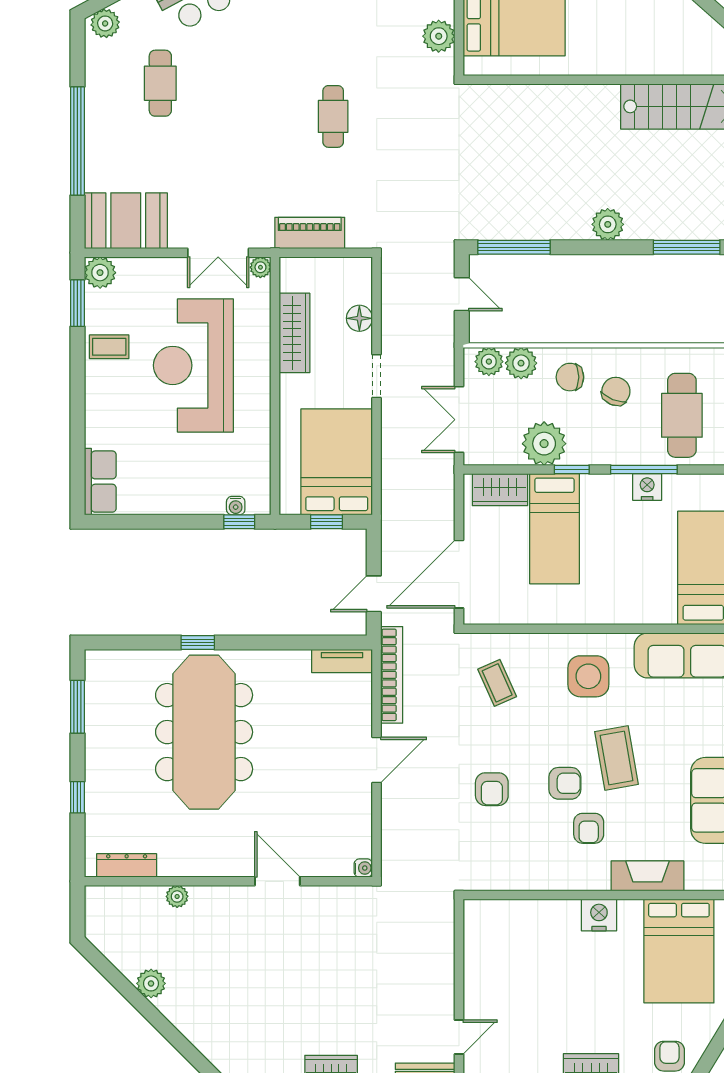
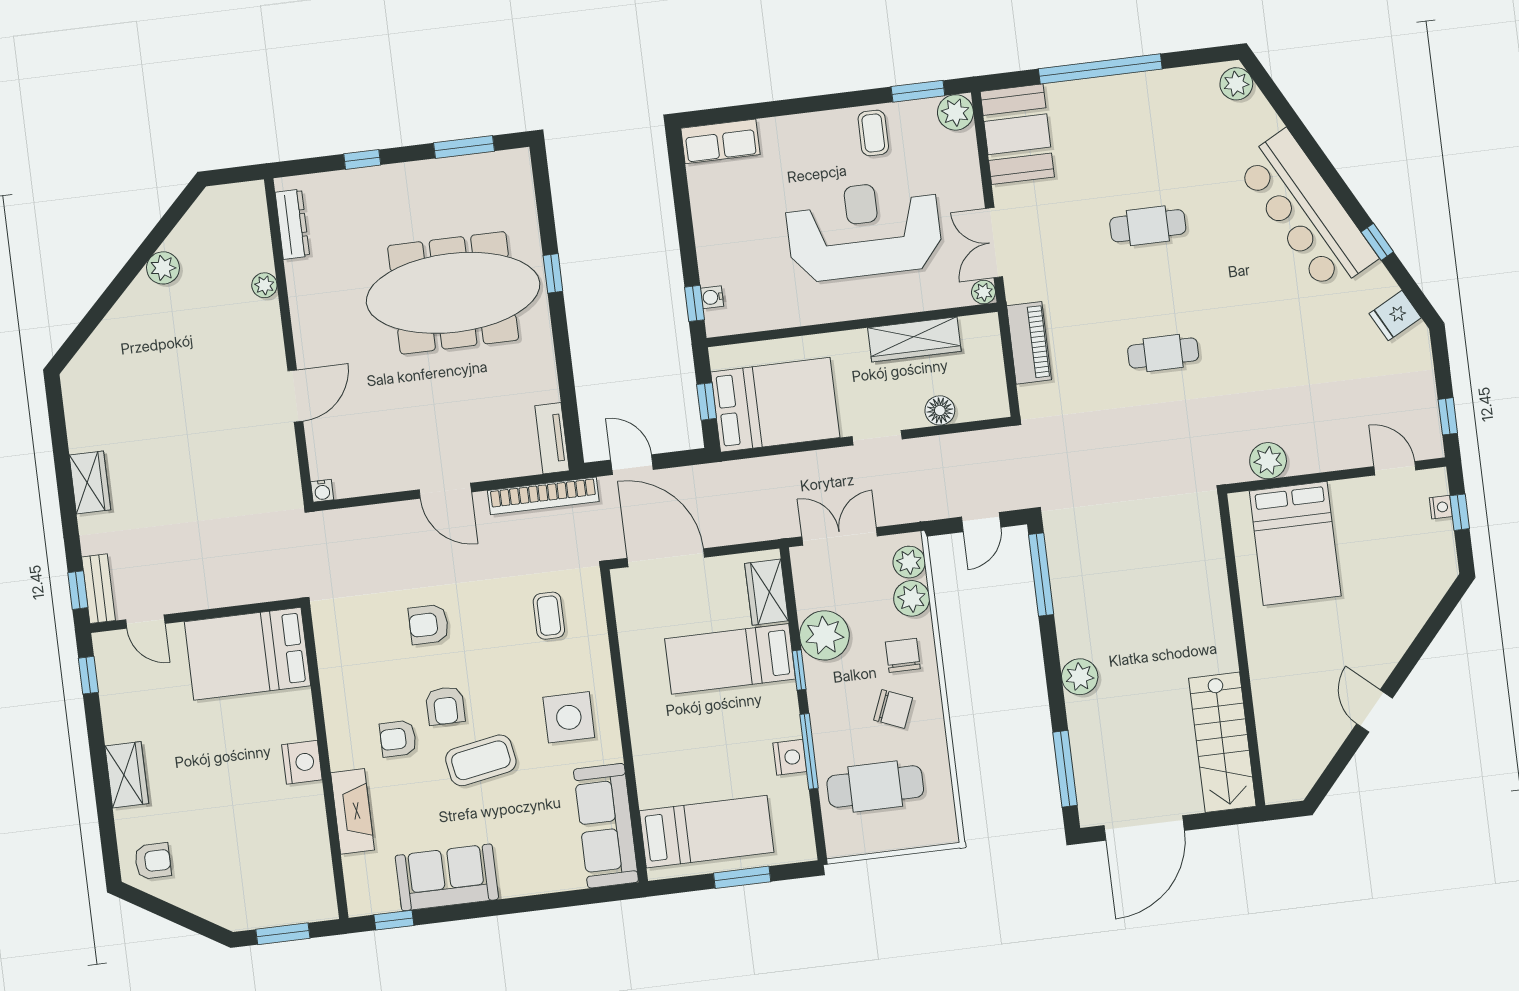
cafe table: (160, 83) -> (1148, 226), moved
coffee table: (497, 683) -> (549, 616), turned -66
bed: (679, 951) -> (247, 654), moved

